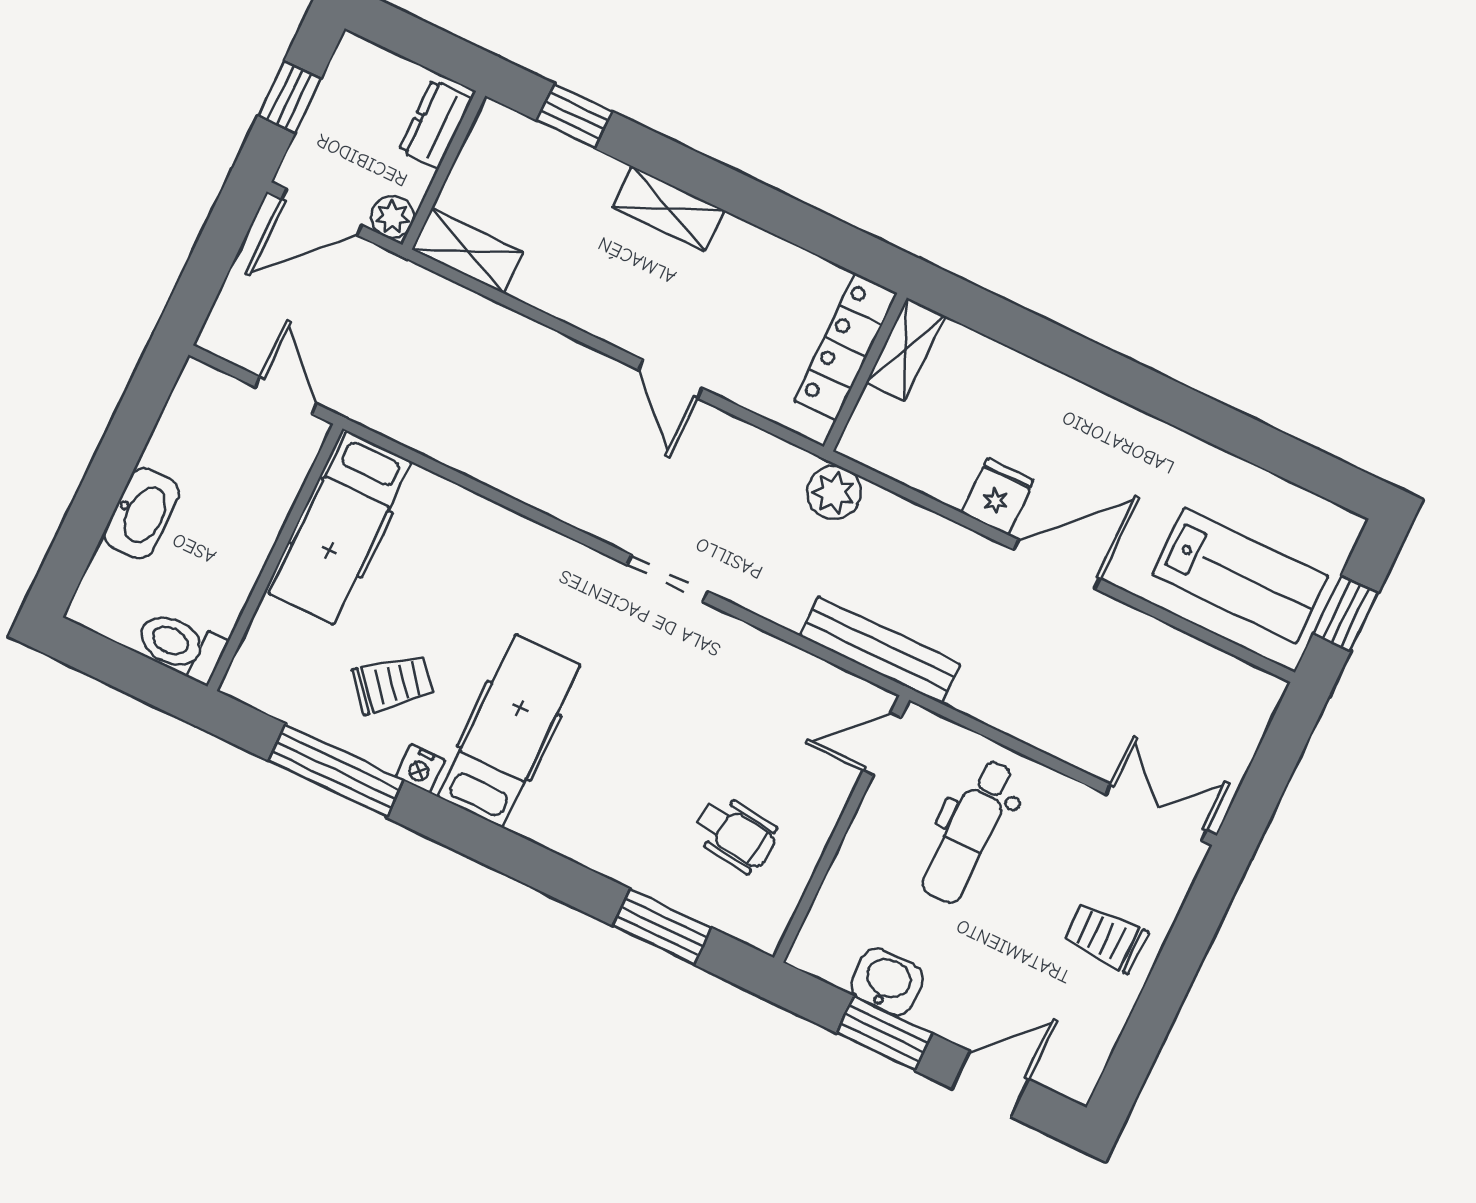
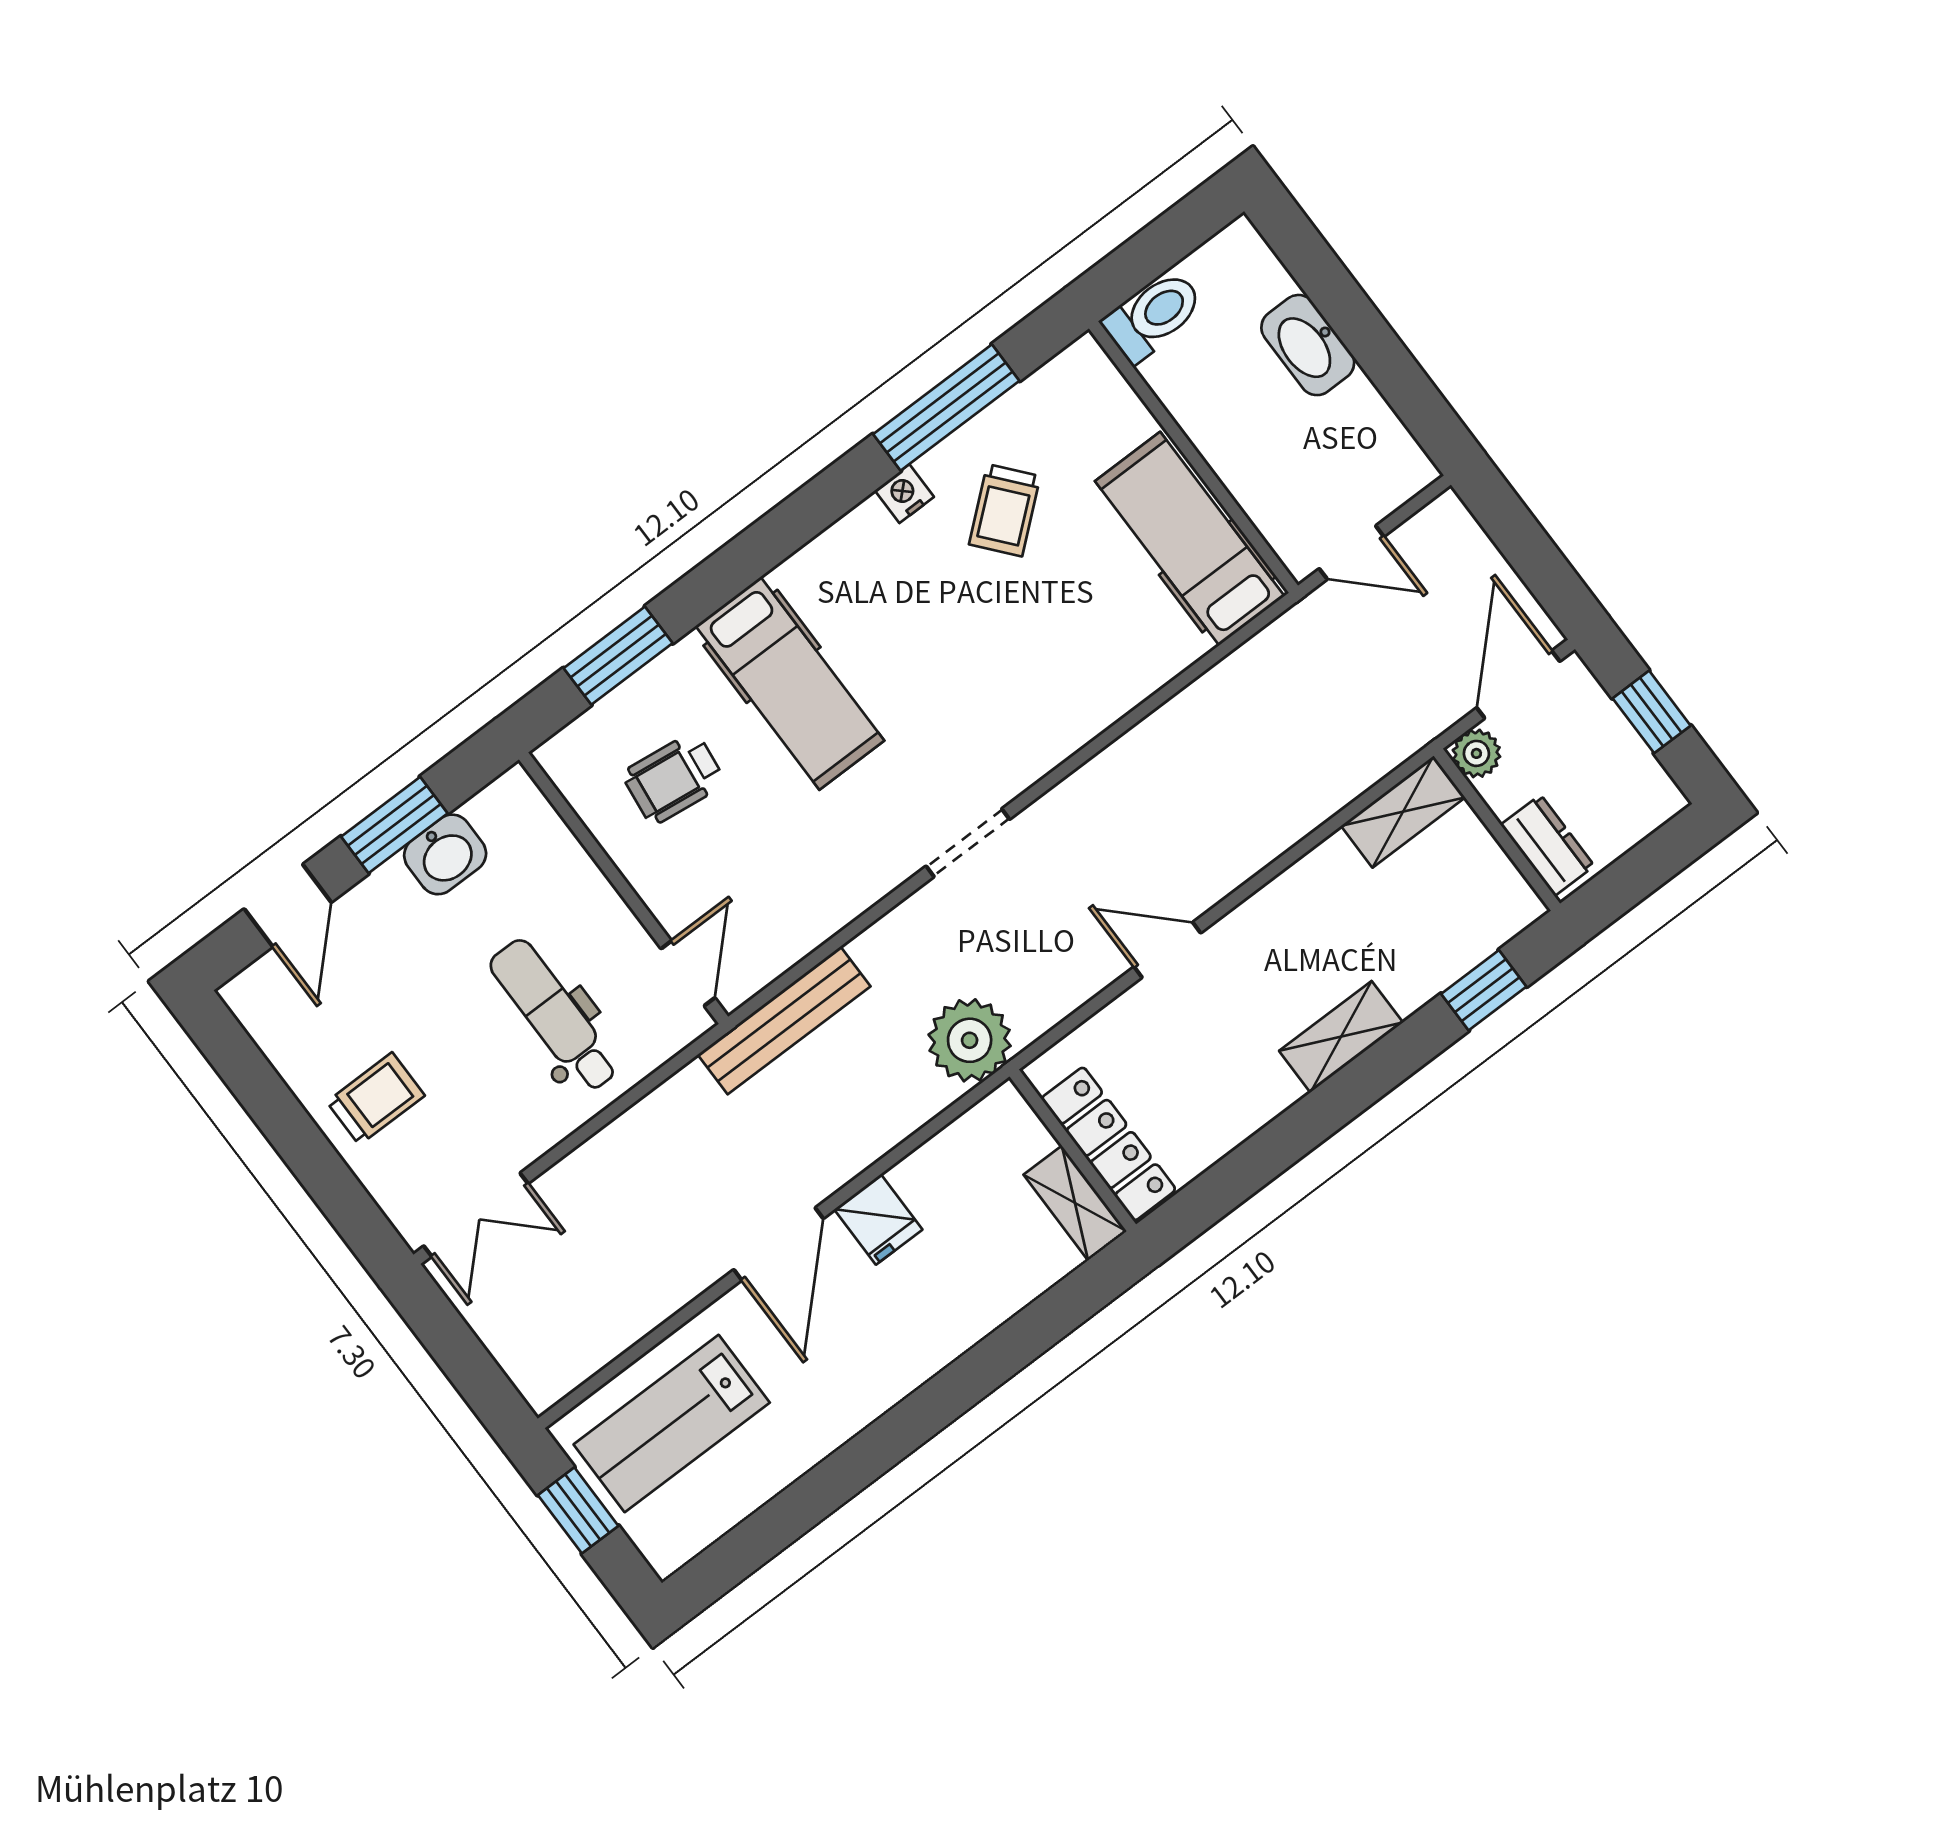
plant: (834, 493) -> (970, 1040), width x1.36, depth x1.36
hospital bed: (509, 731) -> (790, 683), moved

